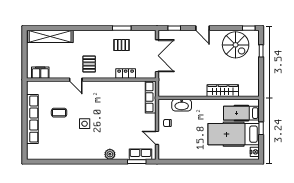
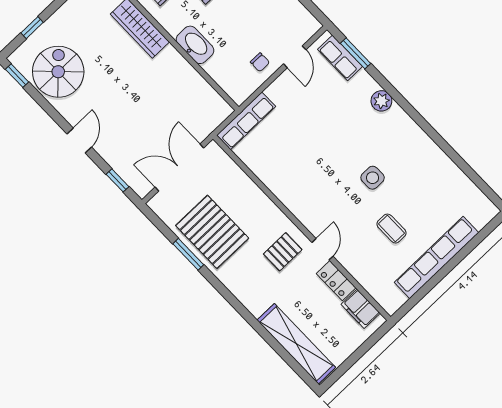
pallet: (121, 45) -> (212, 232), width x2.05, depth x2.00
locker: (126, 74) -> (336, 281), moved
washbasin: (182, 105) -> (195, 45), moved

